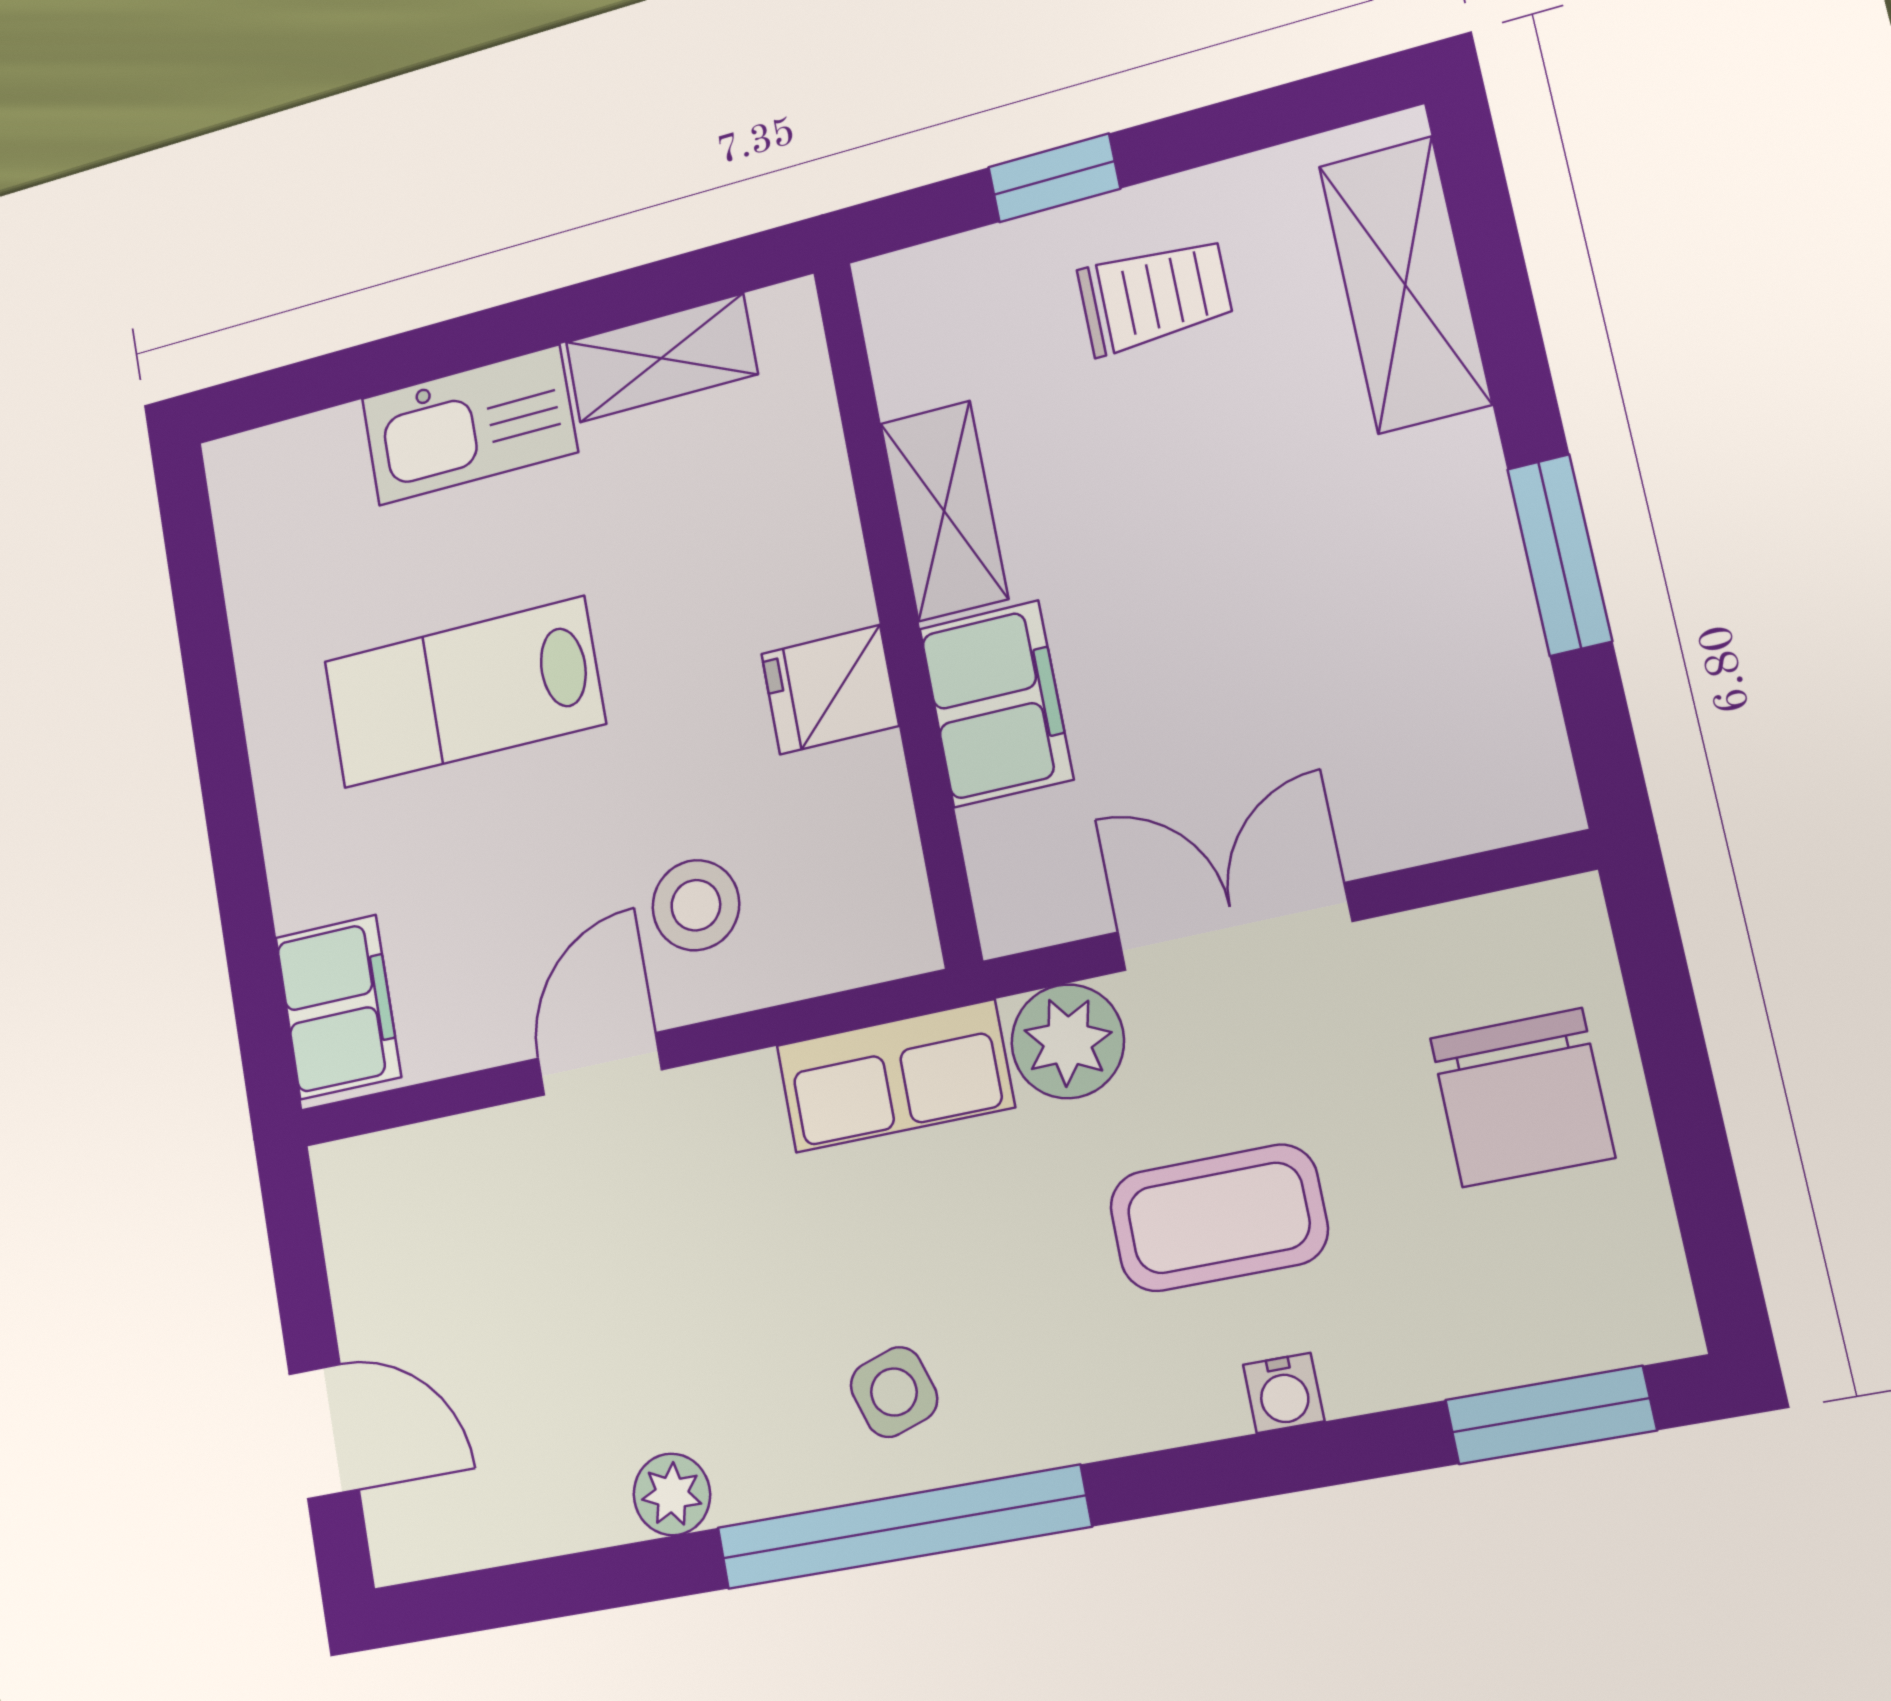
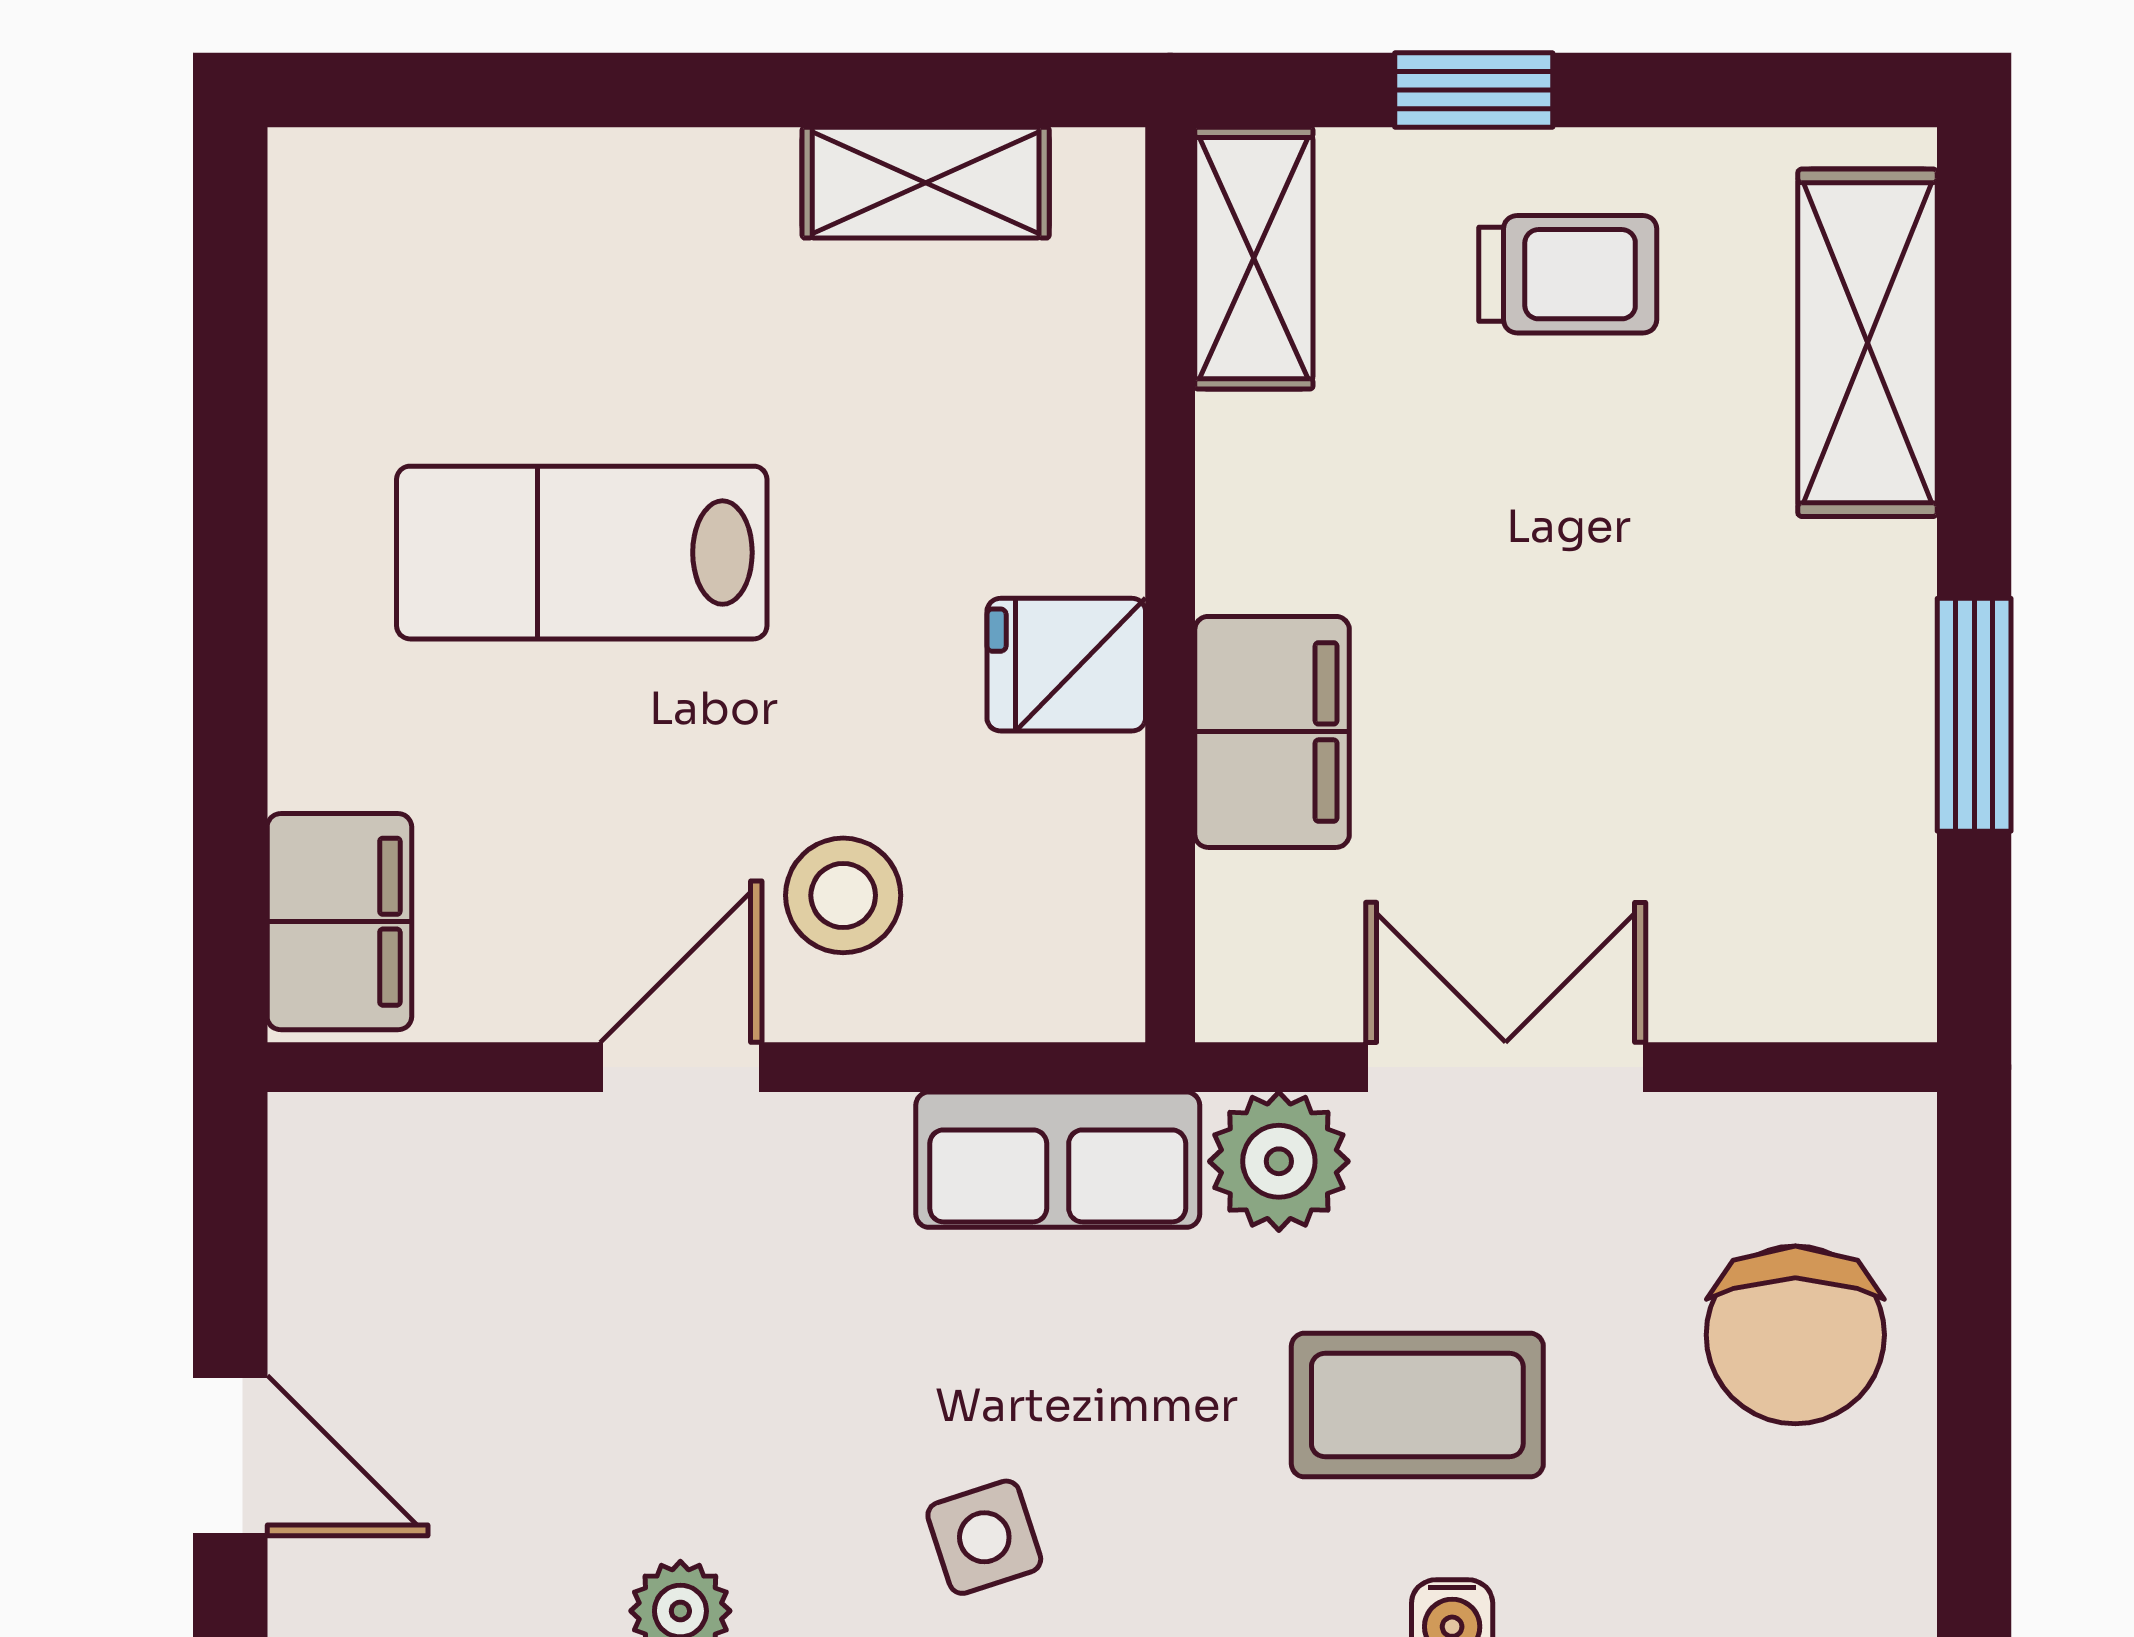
kitchen sink: (469, 425) -> (650, 202), removed
shelving: (944, 511) -> (1254, 258), moved

